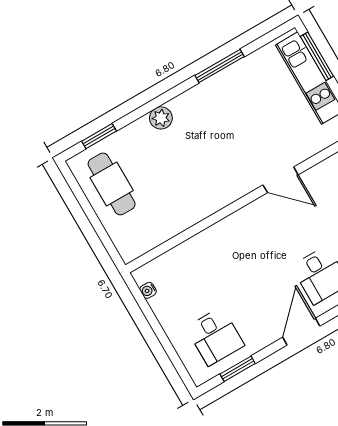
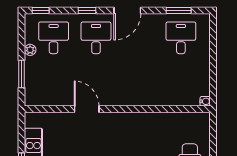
water cooler: (148, 290) -> (205, 101), moved

